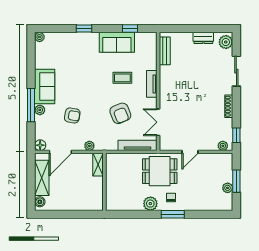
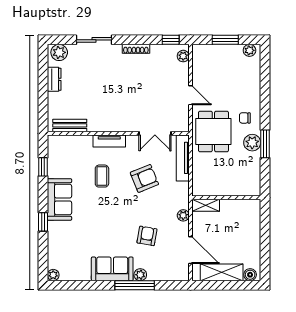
sofa: (117, 42) -> (59, 199), moved
floor lamp: (40, 145) -> (182, 274), removed
plant: (228, 188) -> (249, 50), moved
window: (173, 214) -> (265, 144), moved

